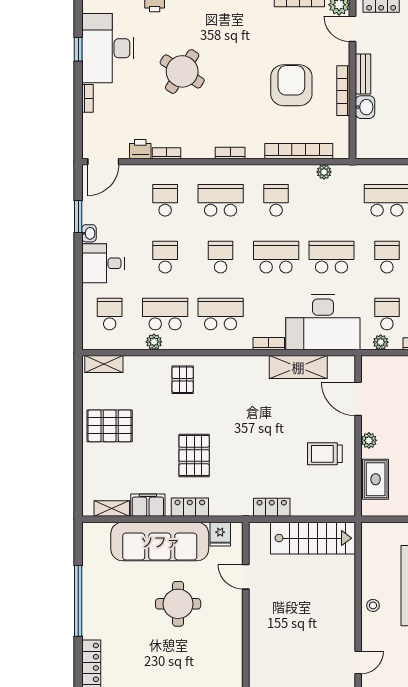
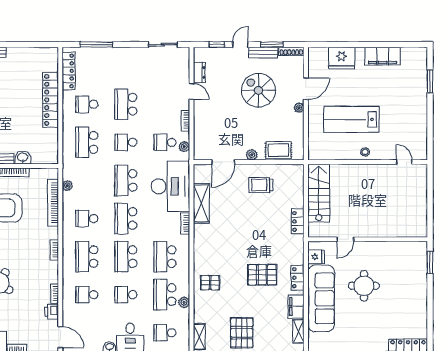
school desk: (221, 257) -> (126, 257), width x1.85
trolley: (325, 454) -> (261, 185), turned 90

